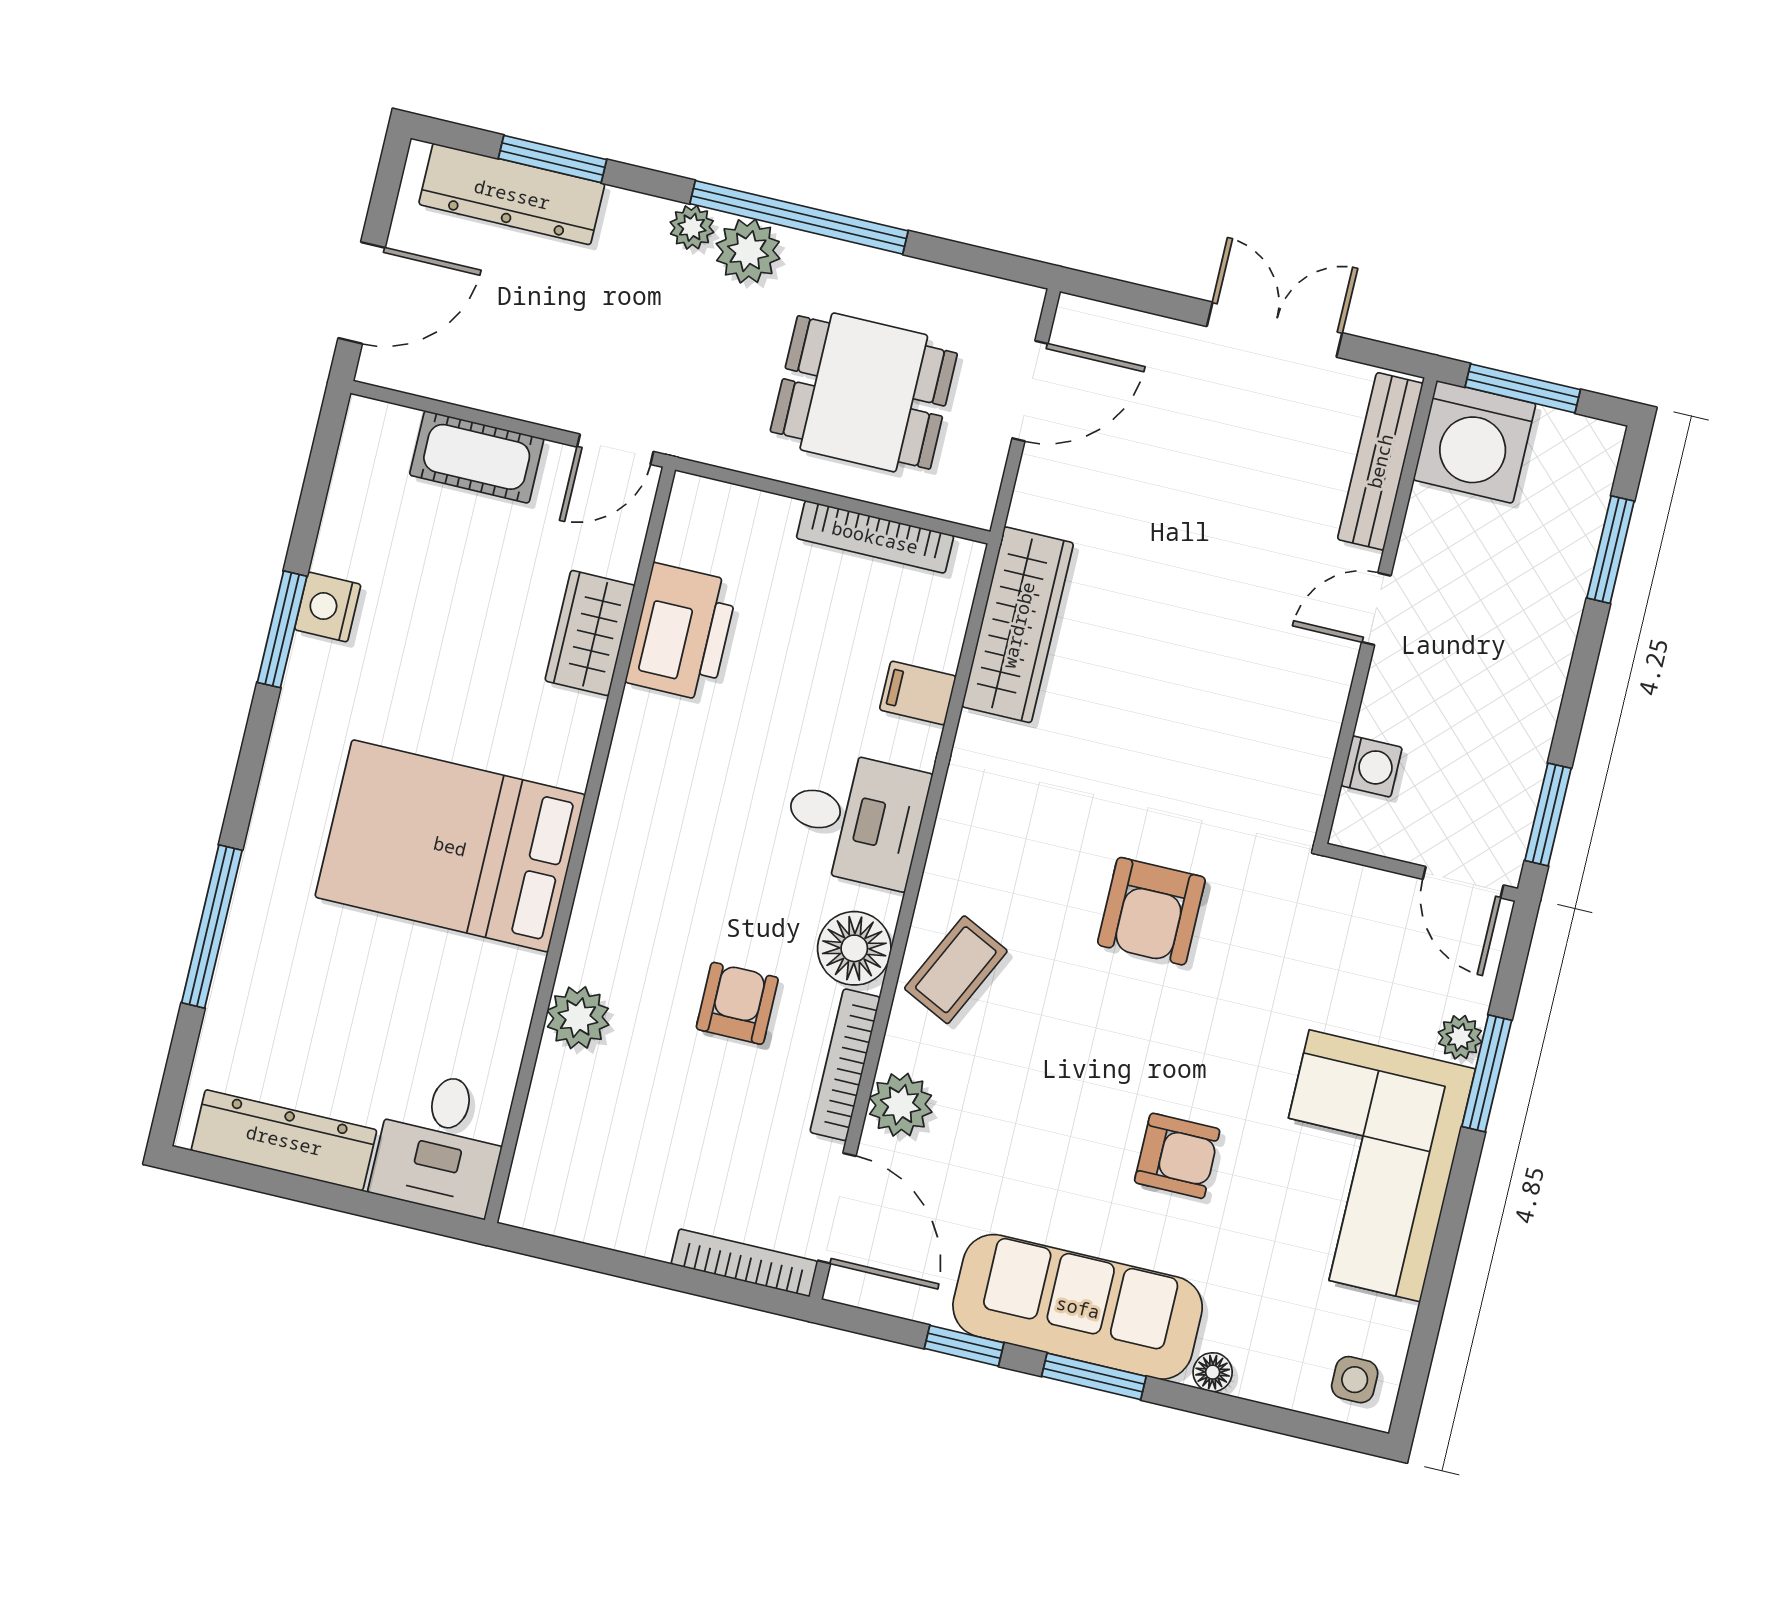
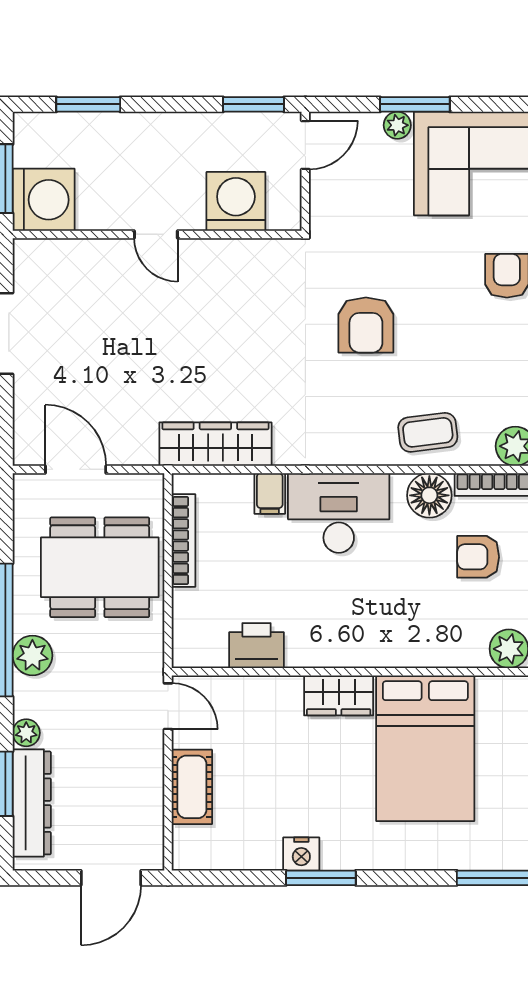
plant: (692, 227) -> (26, 733), moved
door: (362, 293) -> (111, 878), swing flipped
dining table: (864, 392) -> (100, 567), width x1.38
bench: (1380, 461) -> (68, 253), removed
printer: (682, 632) -> (257, 646), width x0.73, depth x0.84
wardrobe: (590, 633) -> (339, 695), moved
washing machine: (1371, 767) -> (236, 201), width x1.89, depth x1.89
desk: (855, 818) -> (339, 513), width x1.37
armchair: (1151, 911) -> (366, 325), turned 90
coffee table: (956, 970) -> (428, 432), turned -33

